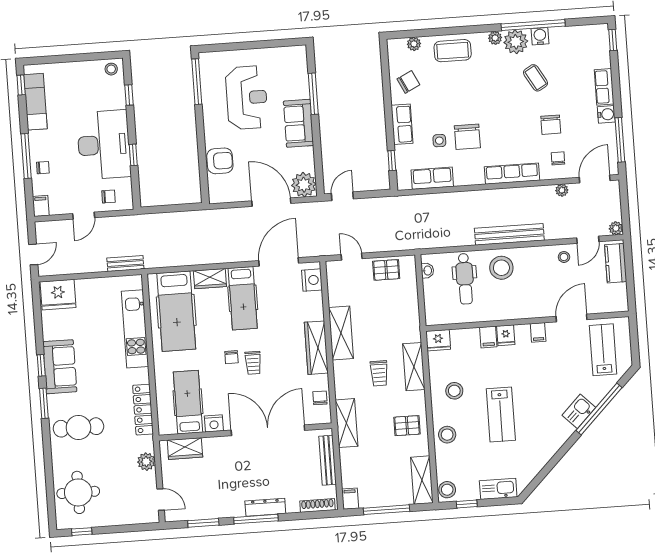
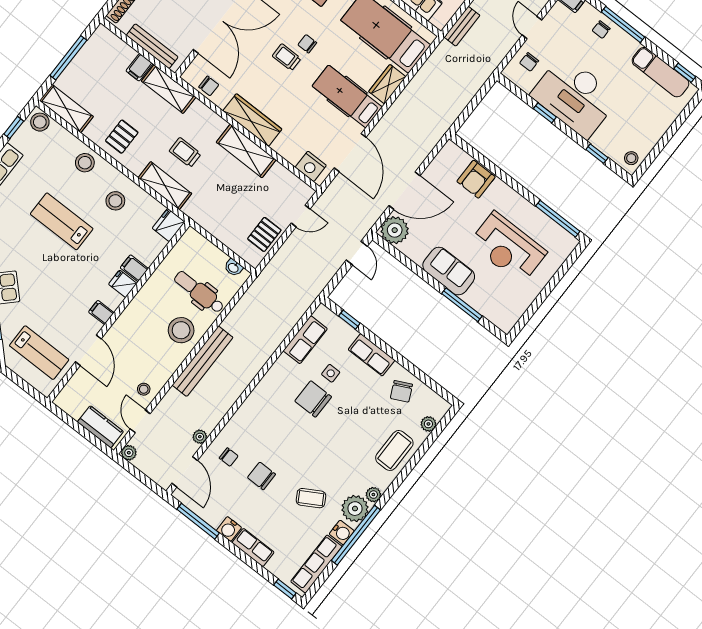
row of seats: (512, 174) -> (316, 564), moved, turned 180
filing cabinet: (350, 499) -> (139, 67), moved, turned 90

